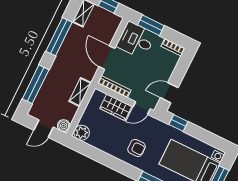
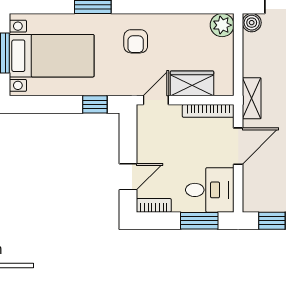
door: (107, 58) -> (238, 146), hinge flipped
shelving: (80, 92) -> (252, 98), moved
door: (169, 93) -> (128, 177), moved
armchair: (137, 148) -> (136, 41), turned -90

